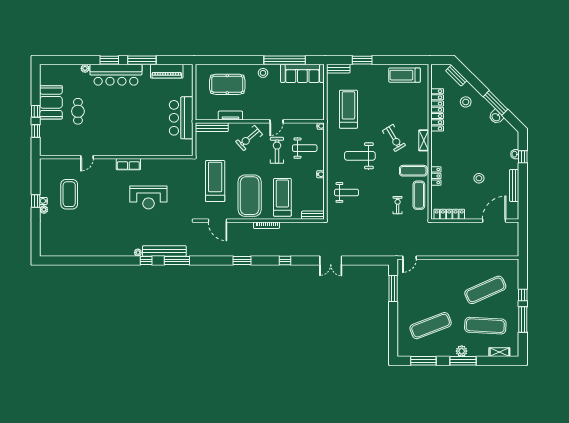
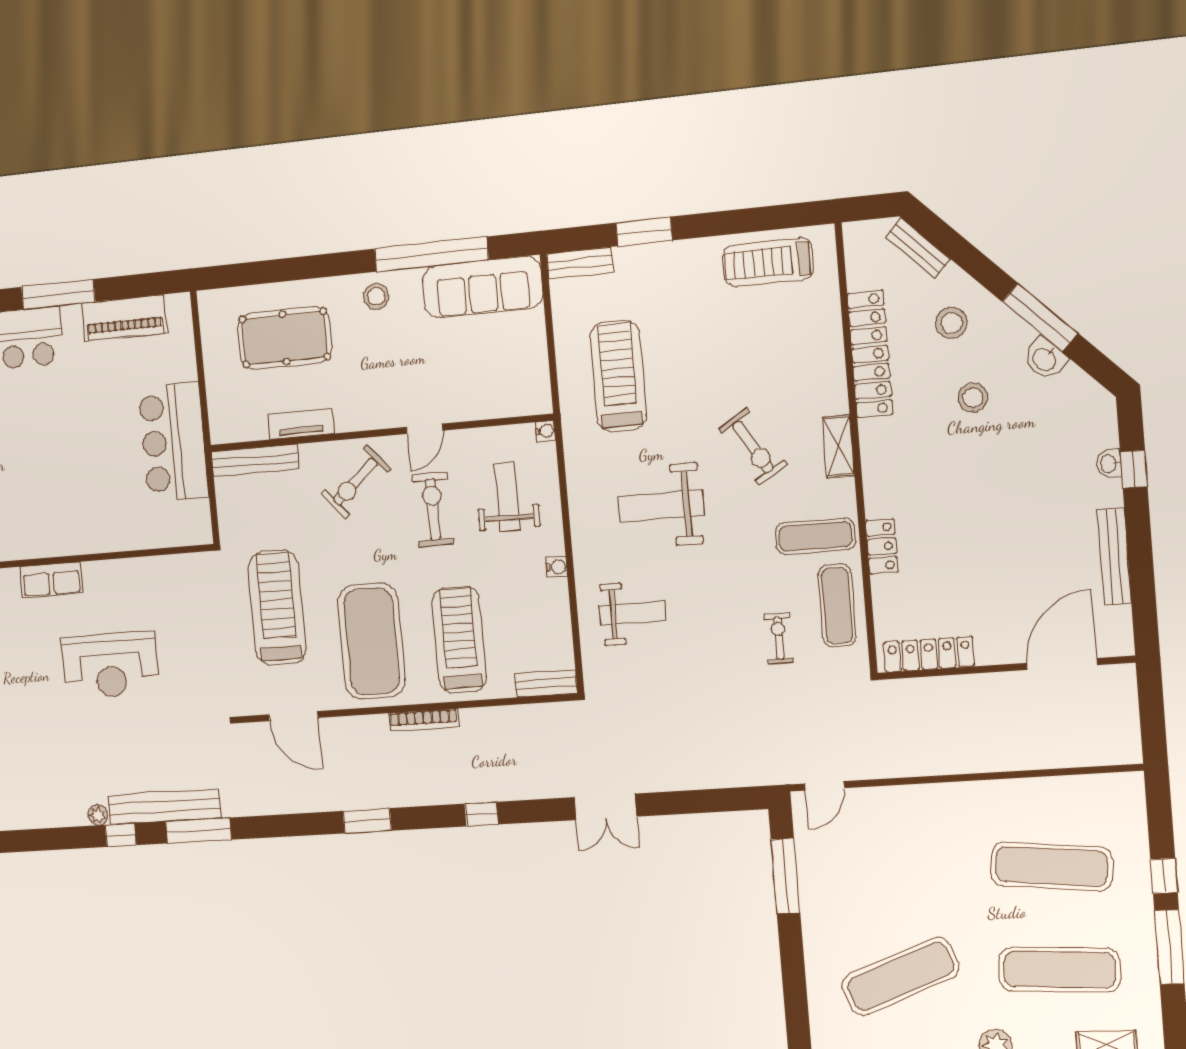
weight bench: (305, 148) -> (507, 497), turned -90
stool: (479, 178) -> (973, 398), moved
exercise mat: (485, 290) -> (1052, 866), turned 30

